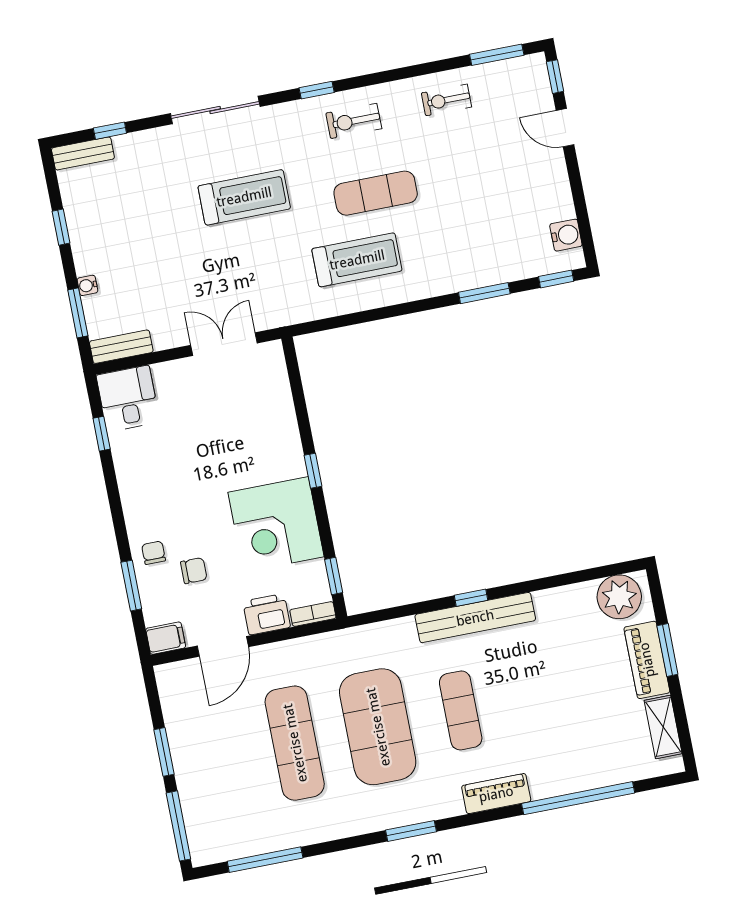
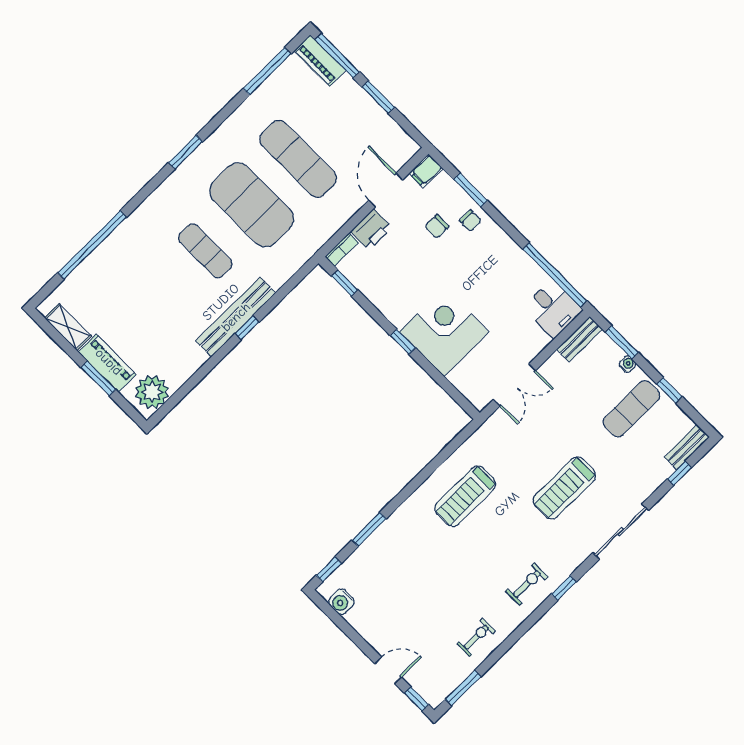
exercise mat: (376, 193) -> (631, 409), moved
window: (102, 434) -> (555, 275), width x3.17
corner desk: (276, 524) -> (444, 332), moved
piano: (496, 794) -> (320, 60), moved, turned 90

